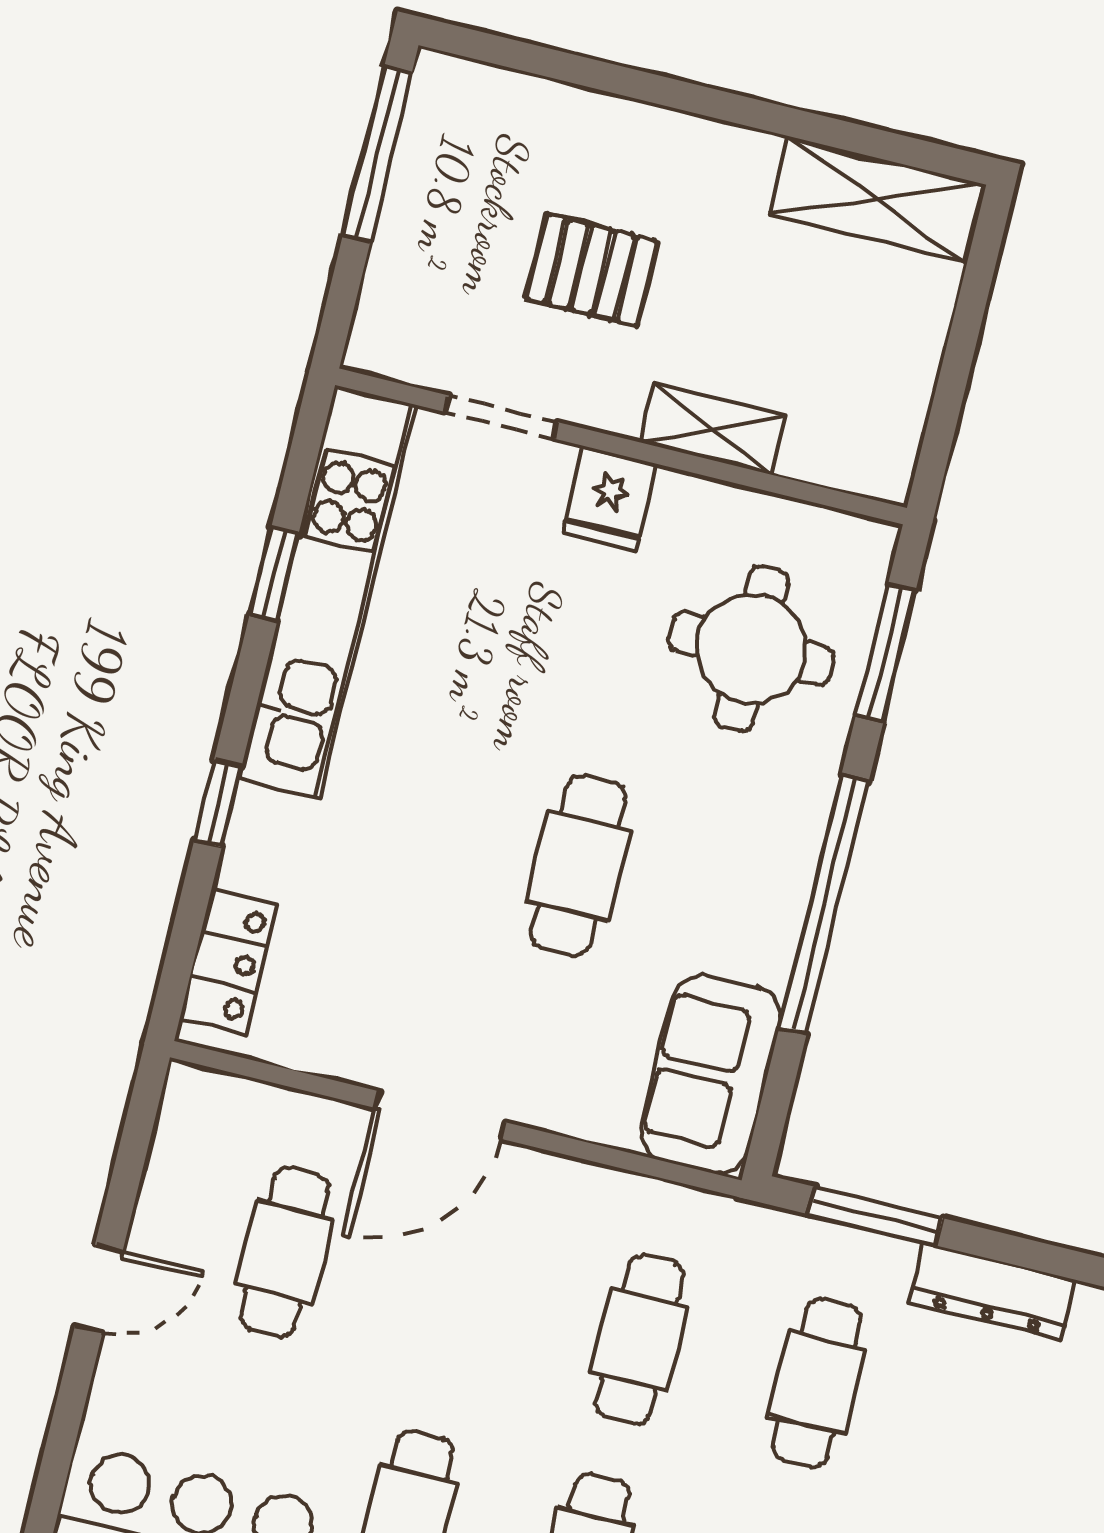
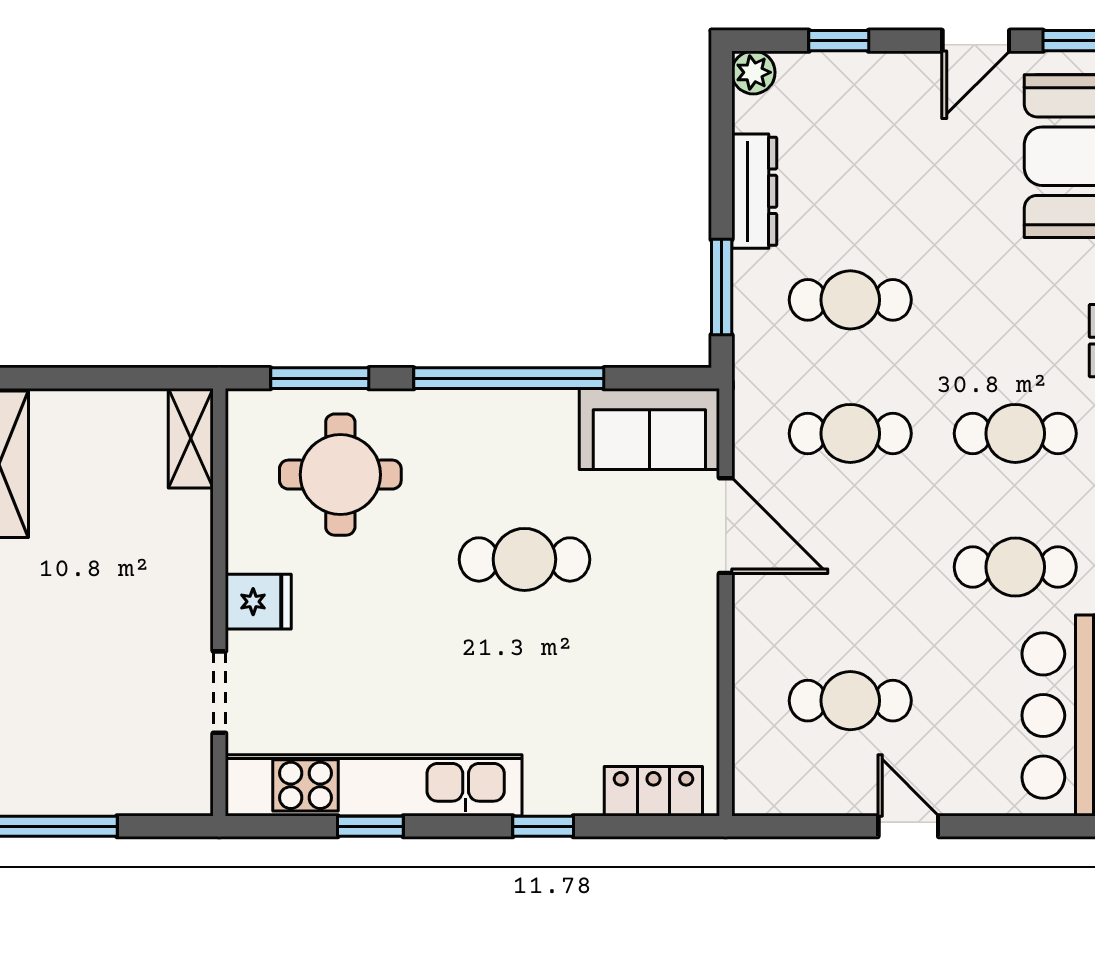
pallet: (592, 270) -> (99, 654), removed
shelving: (712, 429) -> (191, 438), moved
door: (440, 1115) -> (726, 526), moved

